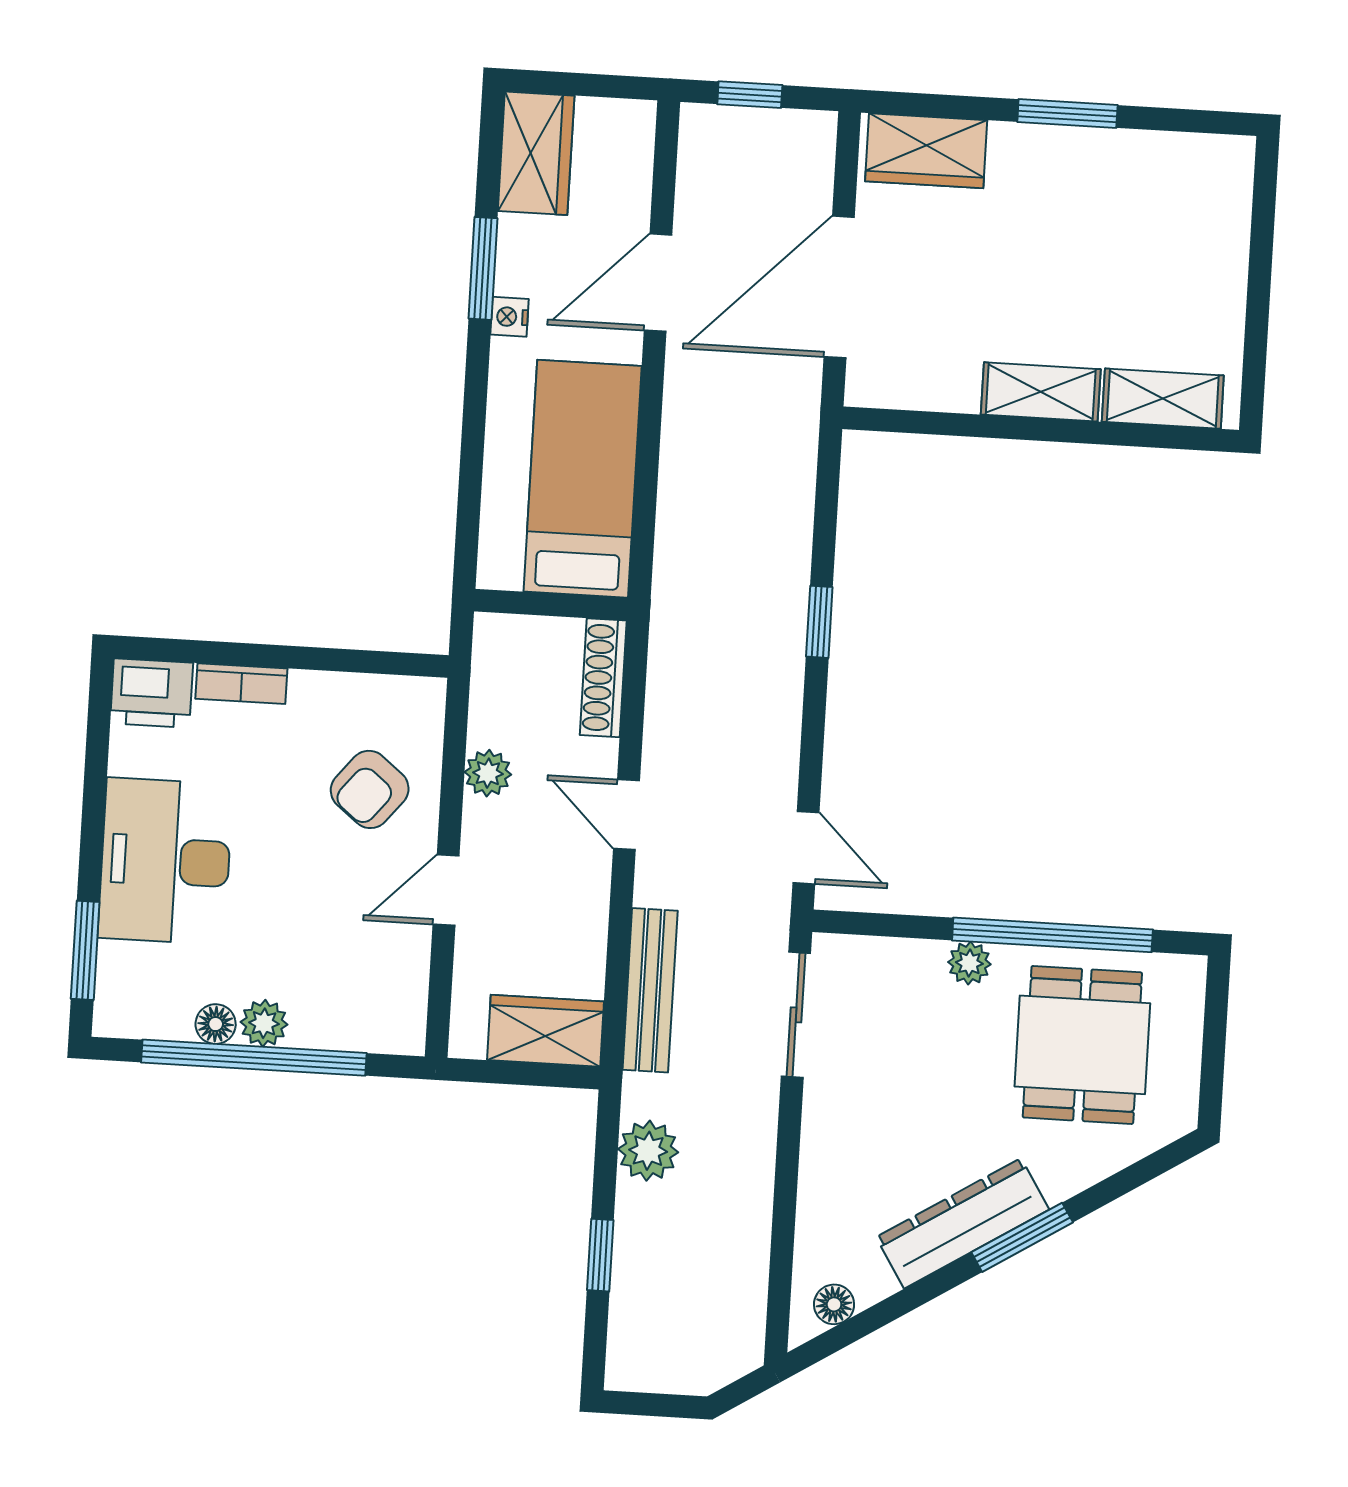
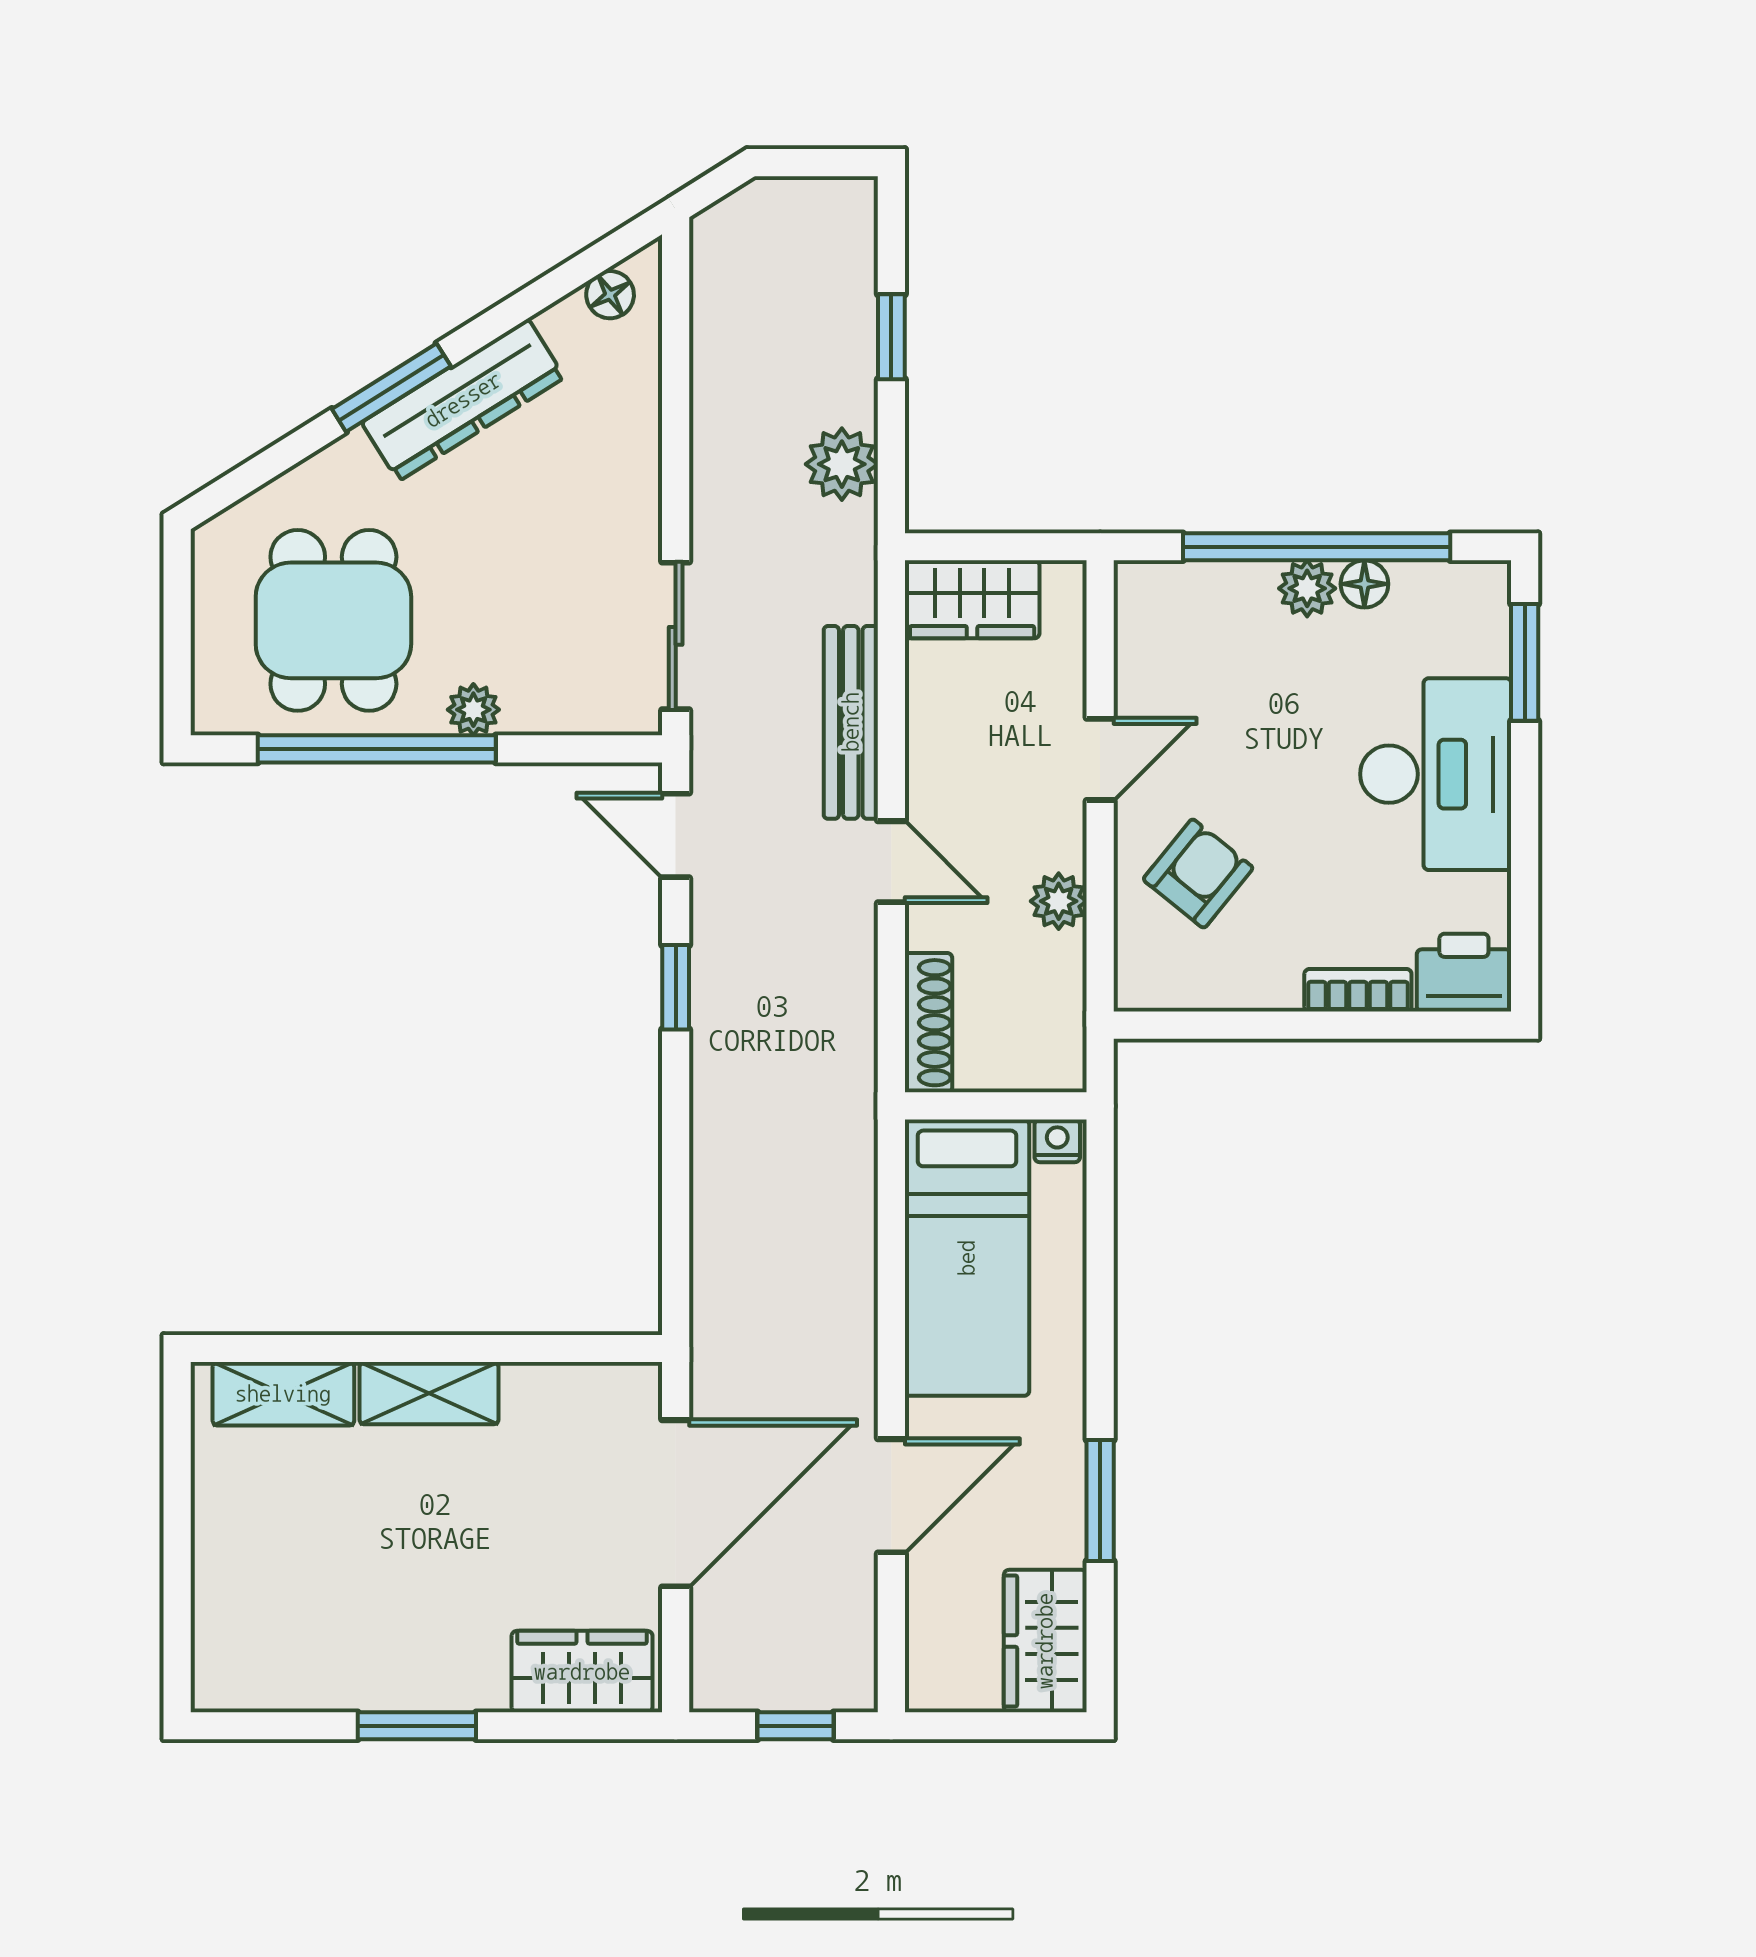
nightstand: (510, 317) -> (1057, 1141), moved, turned -90
window: (819, 622) -> (676, 987), moved
bench: (650, 990) -> (851, 722), moved

